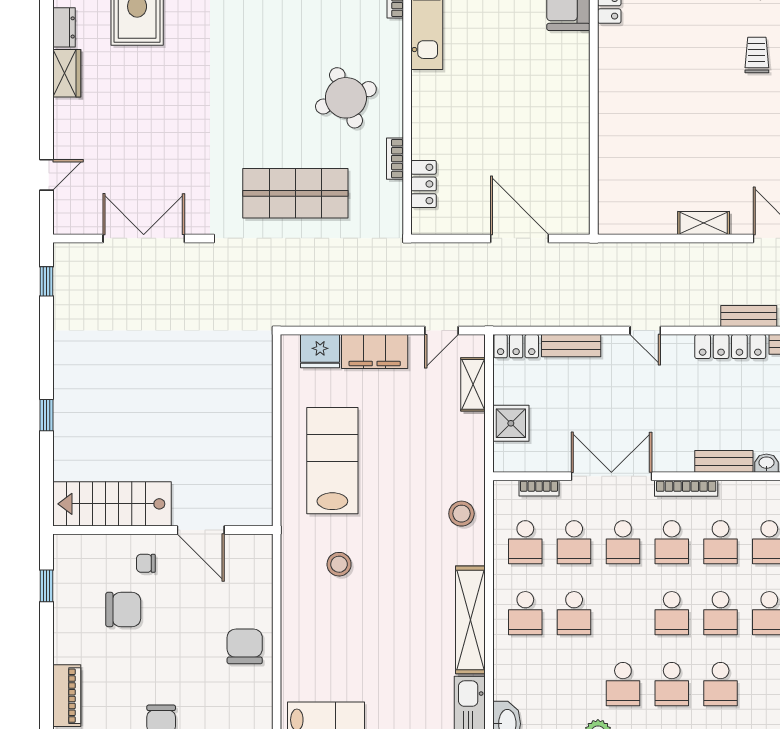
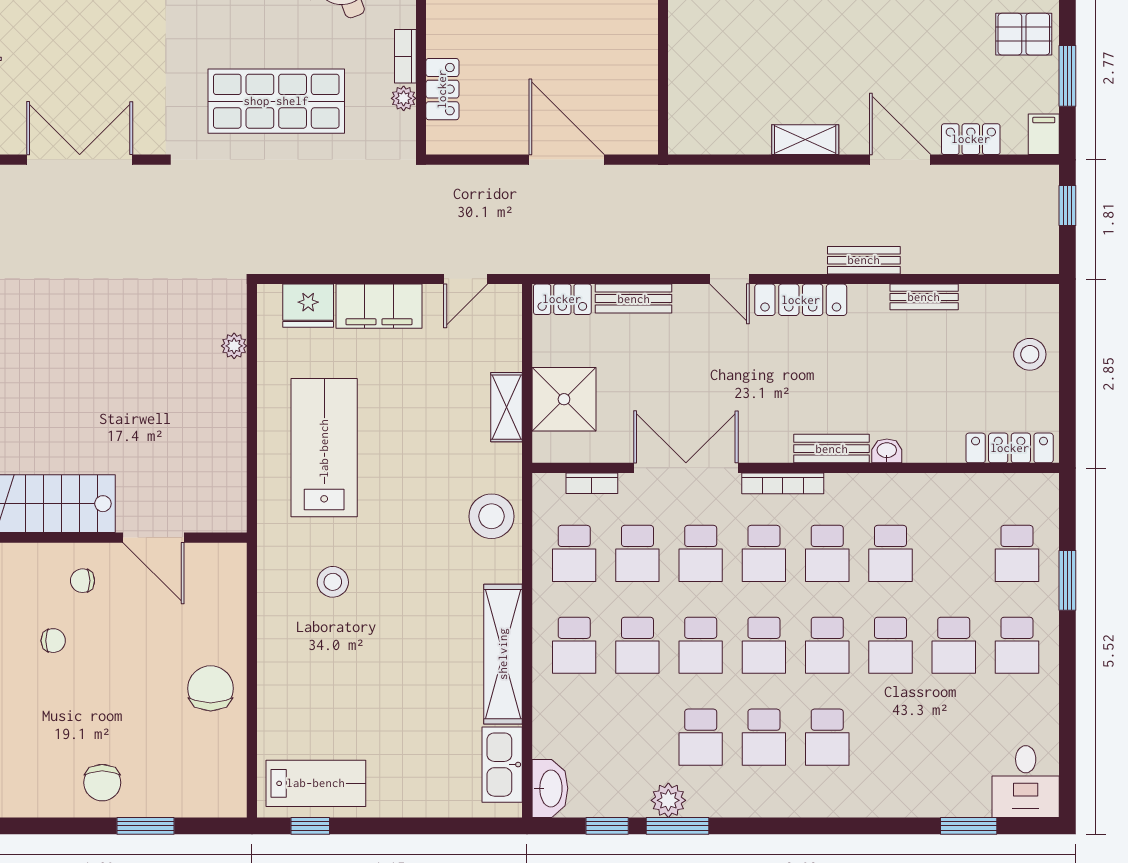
plant: (394, 191) -> (404, 98), added
locker: (730, 347) -> (801, 300), moved
plant: (263, 382) -> (234, 346), added
shelving: (473, 384) -> (506, 407), moved
shower: (511, 423) -> (564, 399), width x1.36, depth x1.36
stool: (461, 514) -> (492, 516), width x1.38, depth x1.38
chair: (123, 610) -> (53, 641), width x0.54, depth x0.54
school desk: (623, 613) -> (701, 645), added

